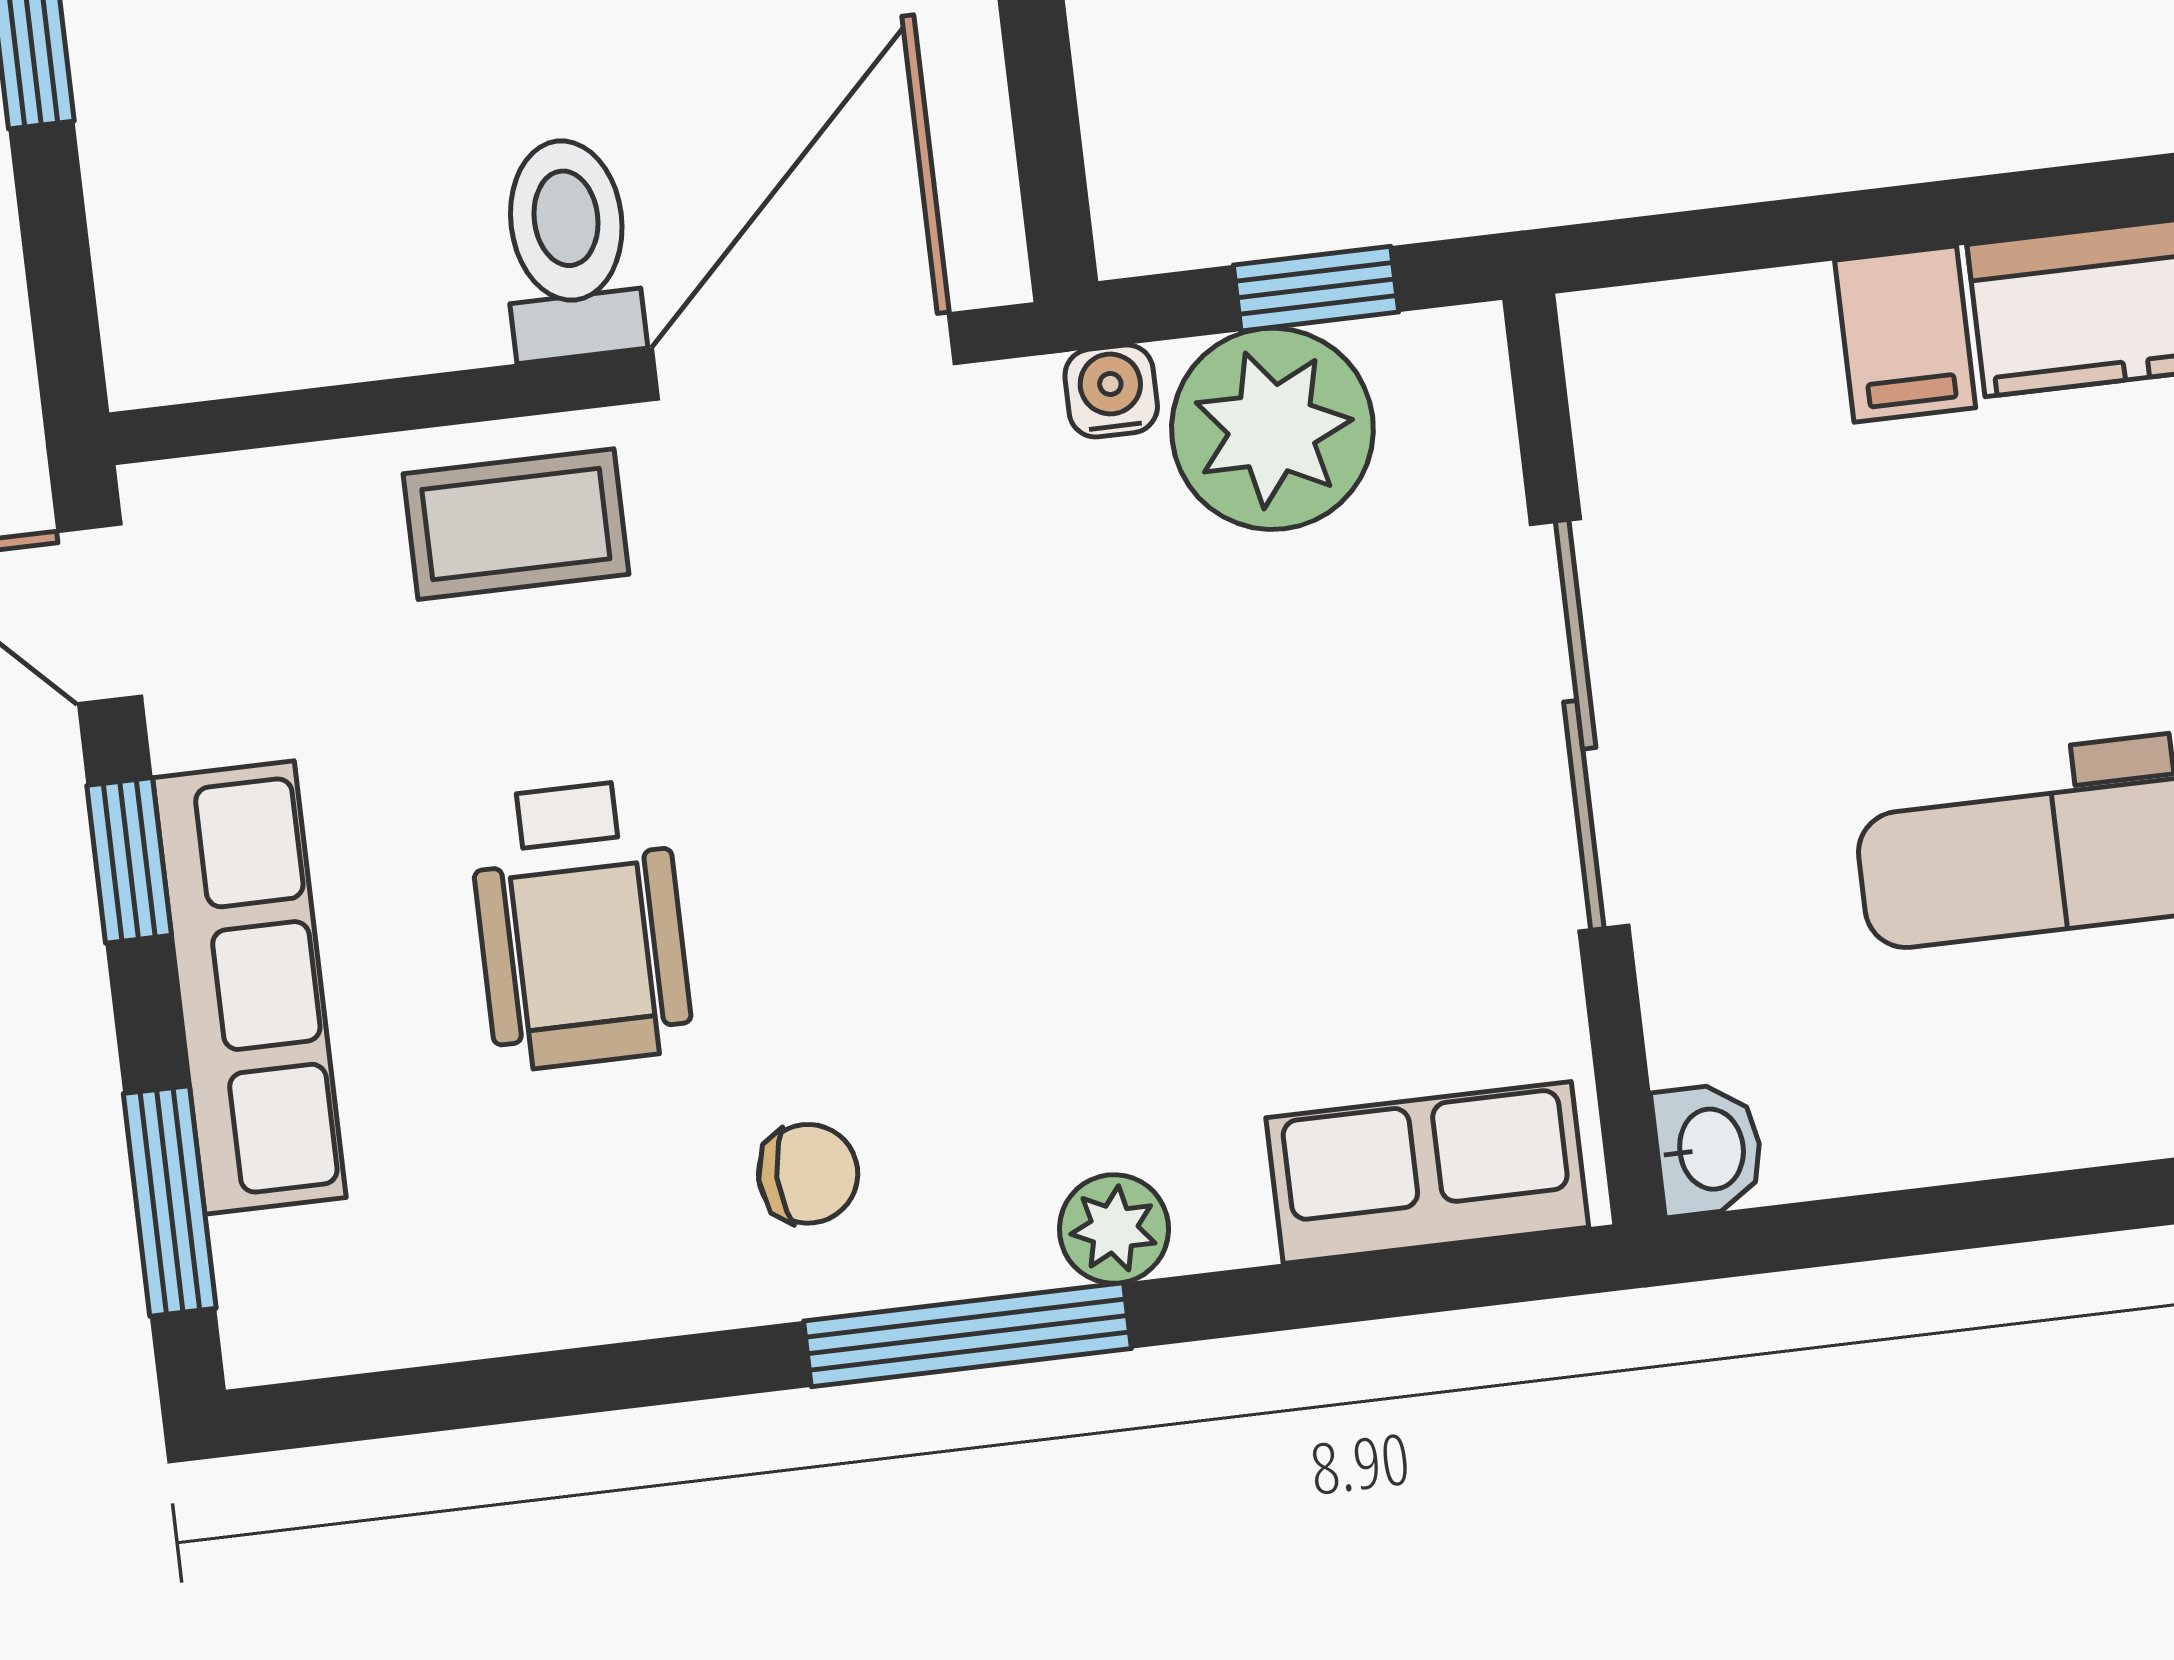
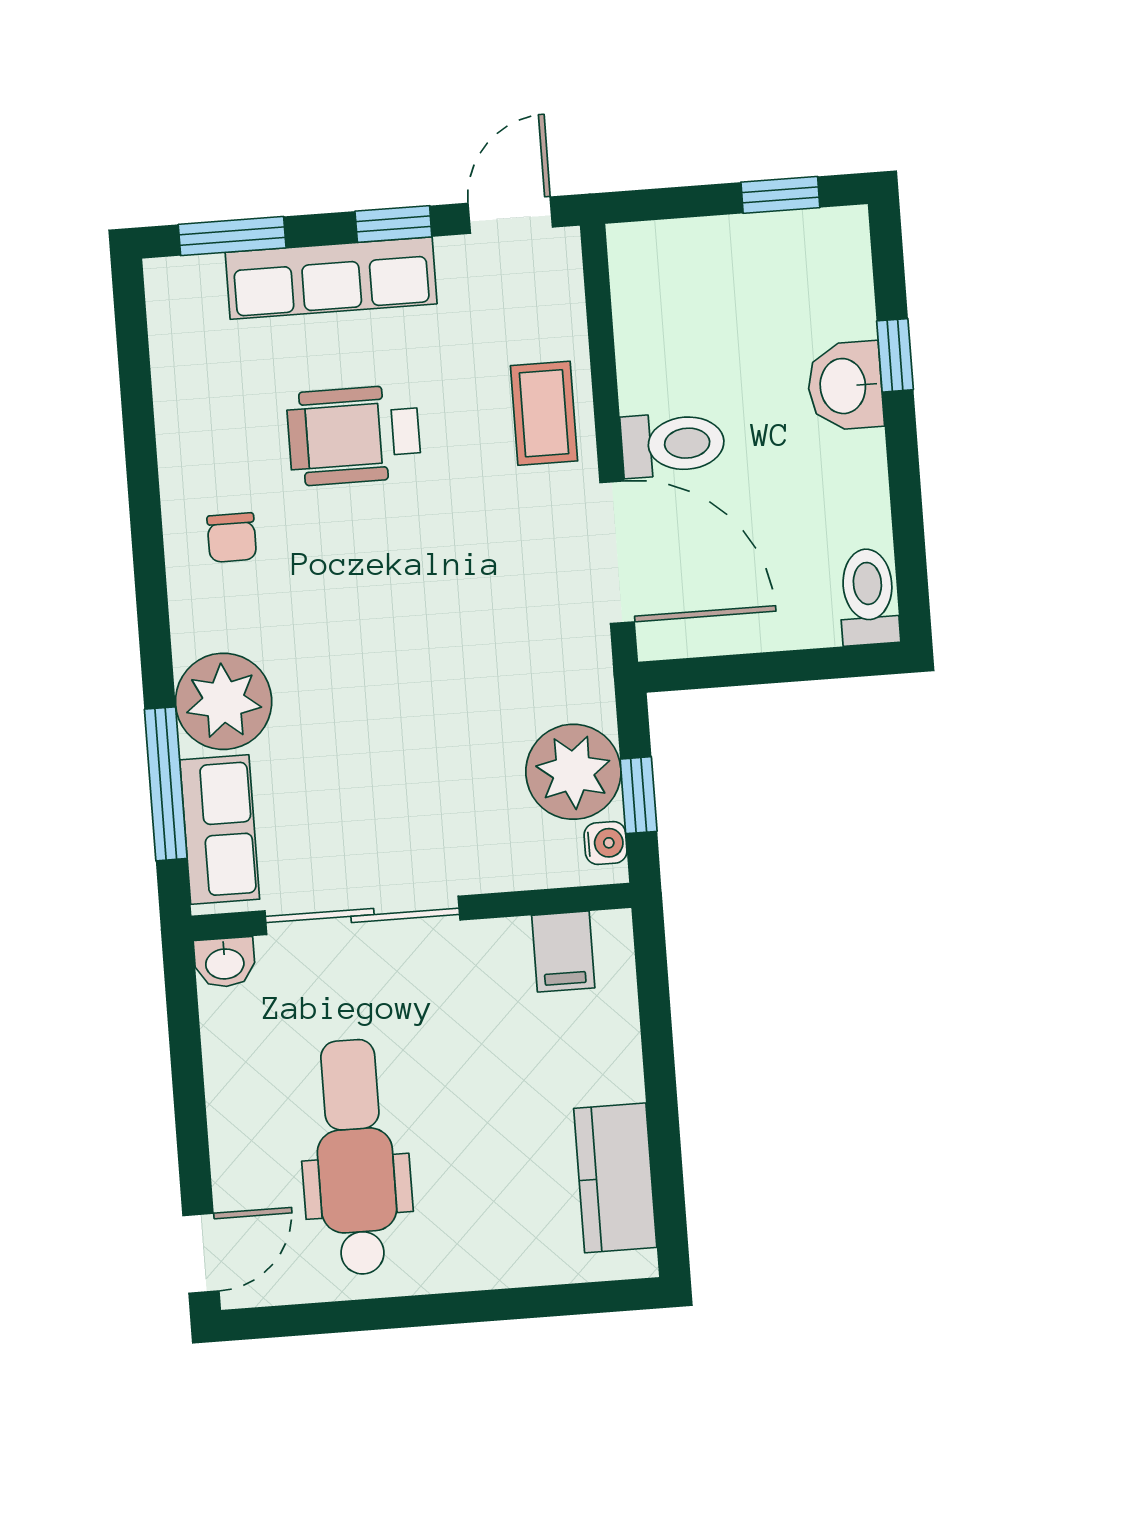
filing cabinet: (1905, 334) -> (563, 952), moved, turned -90
water cooler: (1111, 391) -> (606, 843), moved
sliding door: (1580, 725) -> (362, 915), moved
plant: (1114, 1229) -> (224, 701), width x1.88, depth x1.88
window: (967, 1335) -> (166, 784), moved

